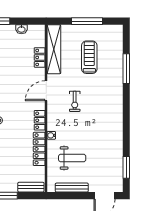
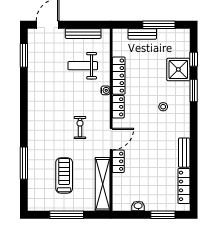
locker: (40, 57) -> (118, 161), moved
treadmill: (89, 57) -> (64, 176), turned 180
bench: (31, 187) -> (142, 34), moved

